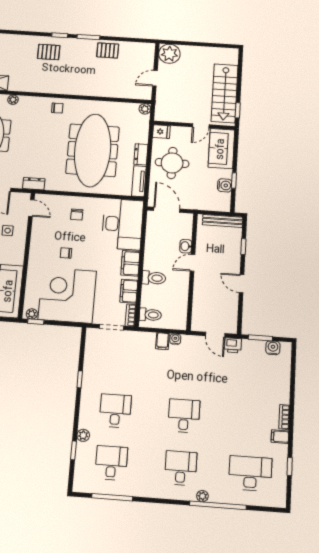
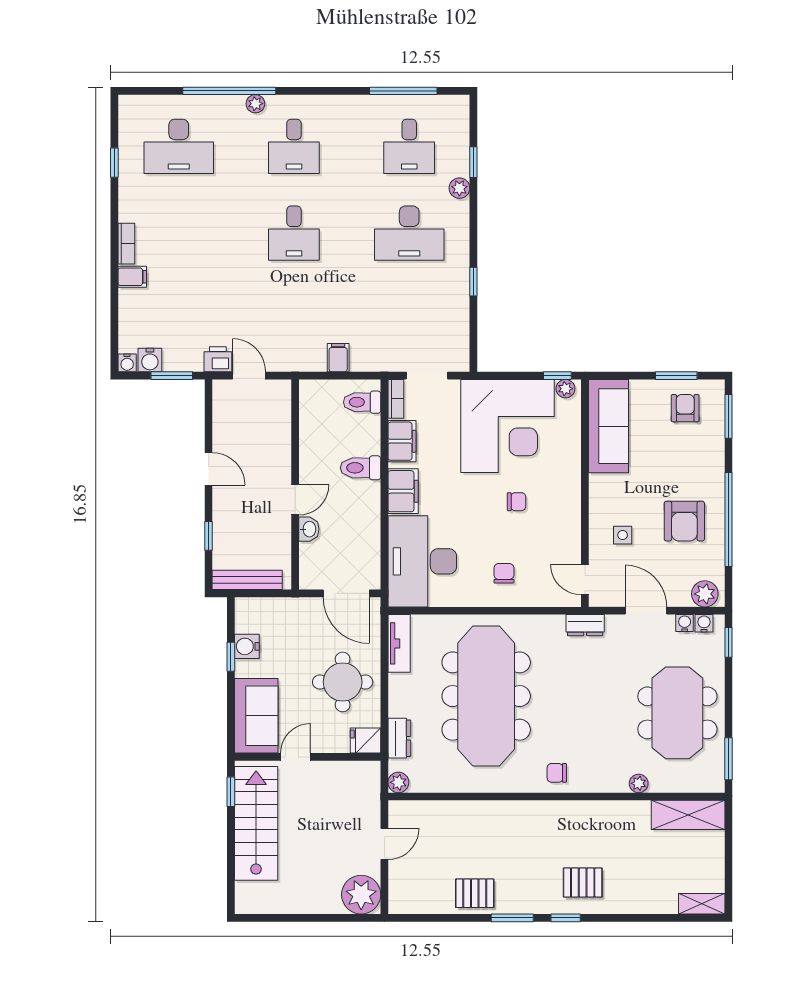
dresser: (141, 154) -> (399, 738), moved
water cooler: (175, 339) -> (127, 363), moved
desk: (115, 411) -> (409, 233), width x1.37
filing cabinet: (280, 437) -> (132, 277), moved

